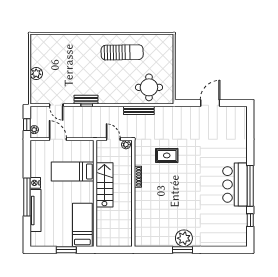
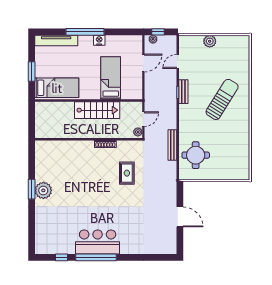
sun lounger: (122, 52) -> (222, 99), moved, turned -147
tv unit: (36, 210) -> (56, 40), moved

